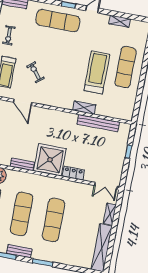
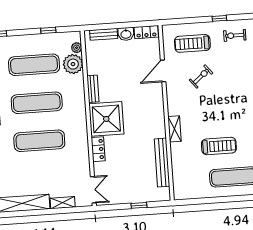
treadmill: (97, 73) -> (219, 146), width x0.73, depth x0.73
shelving: (84, 108) -> (175, 129), moved
double door: (106, 186) -> (93, 190), swing flipped

